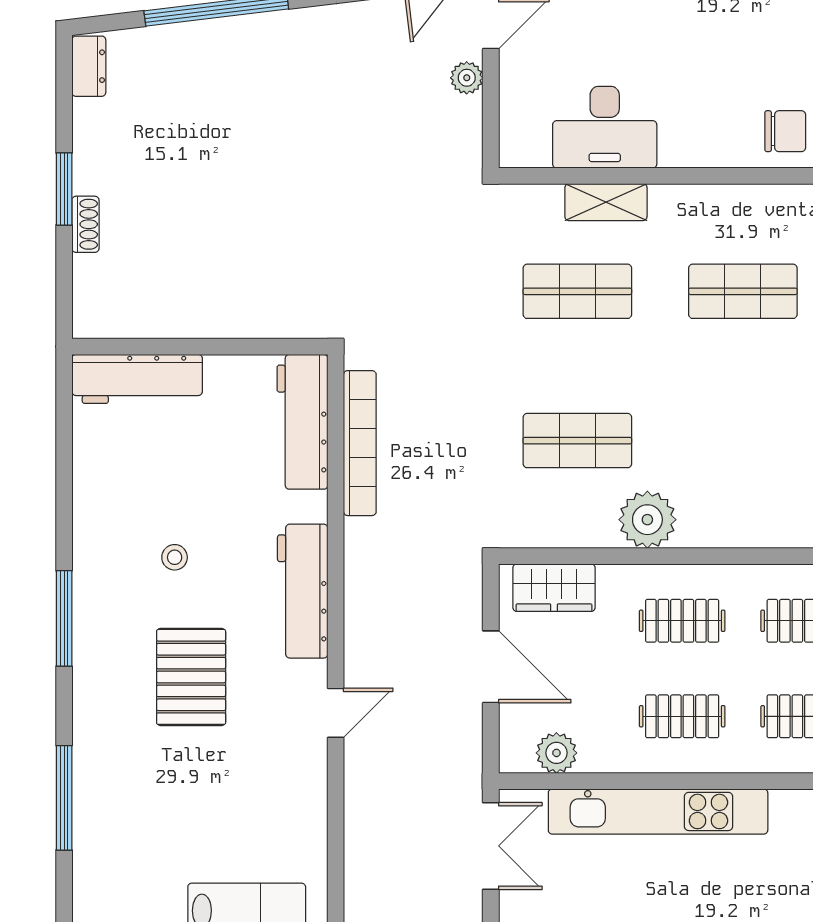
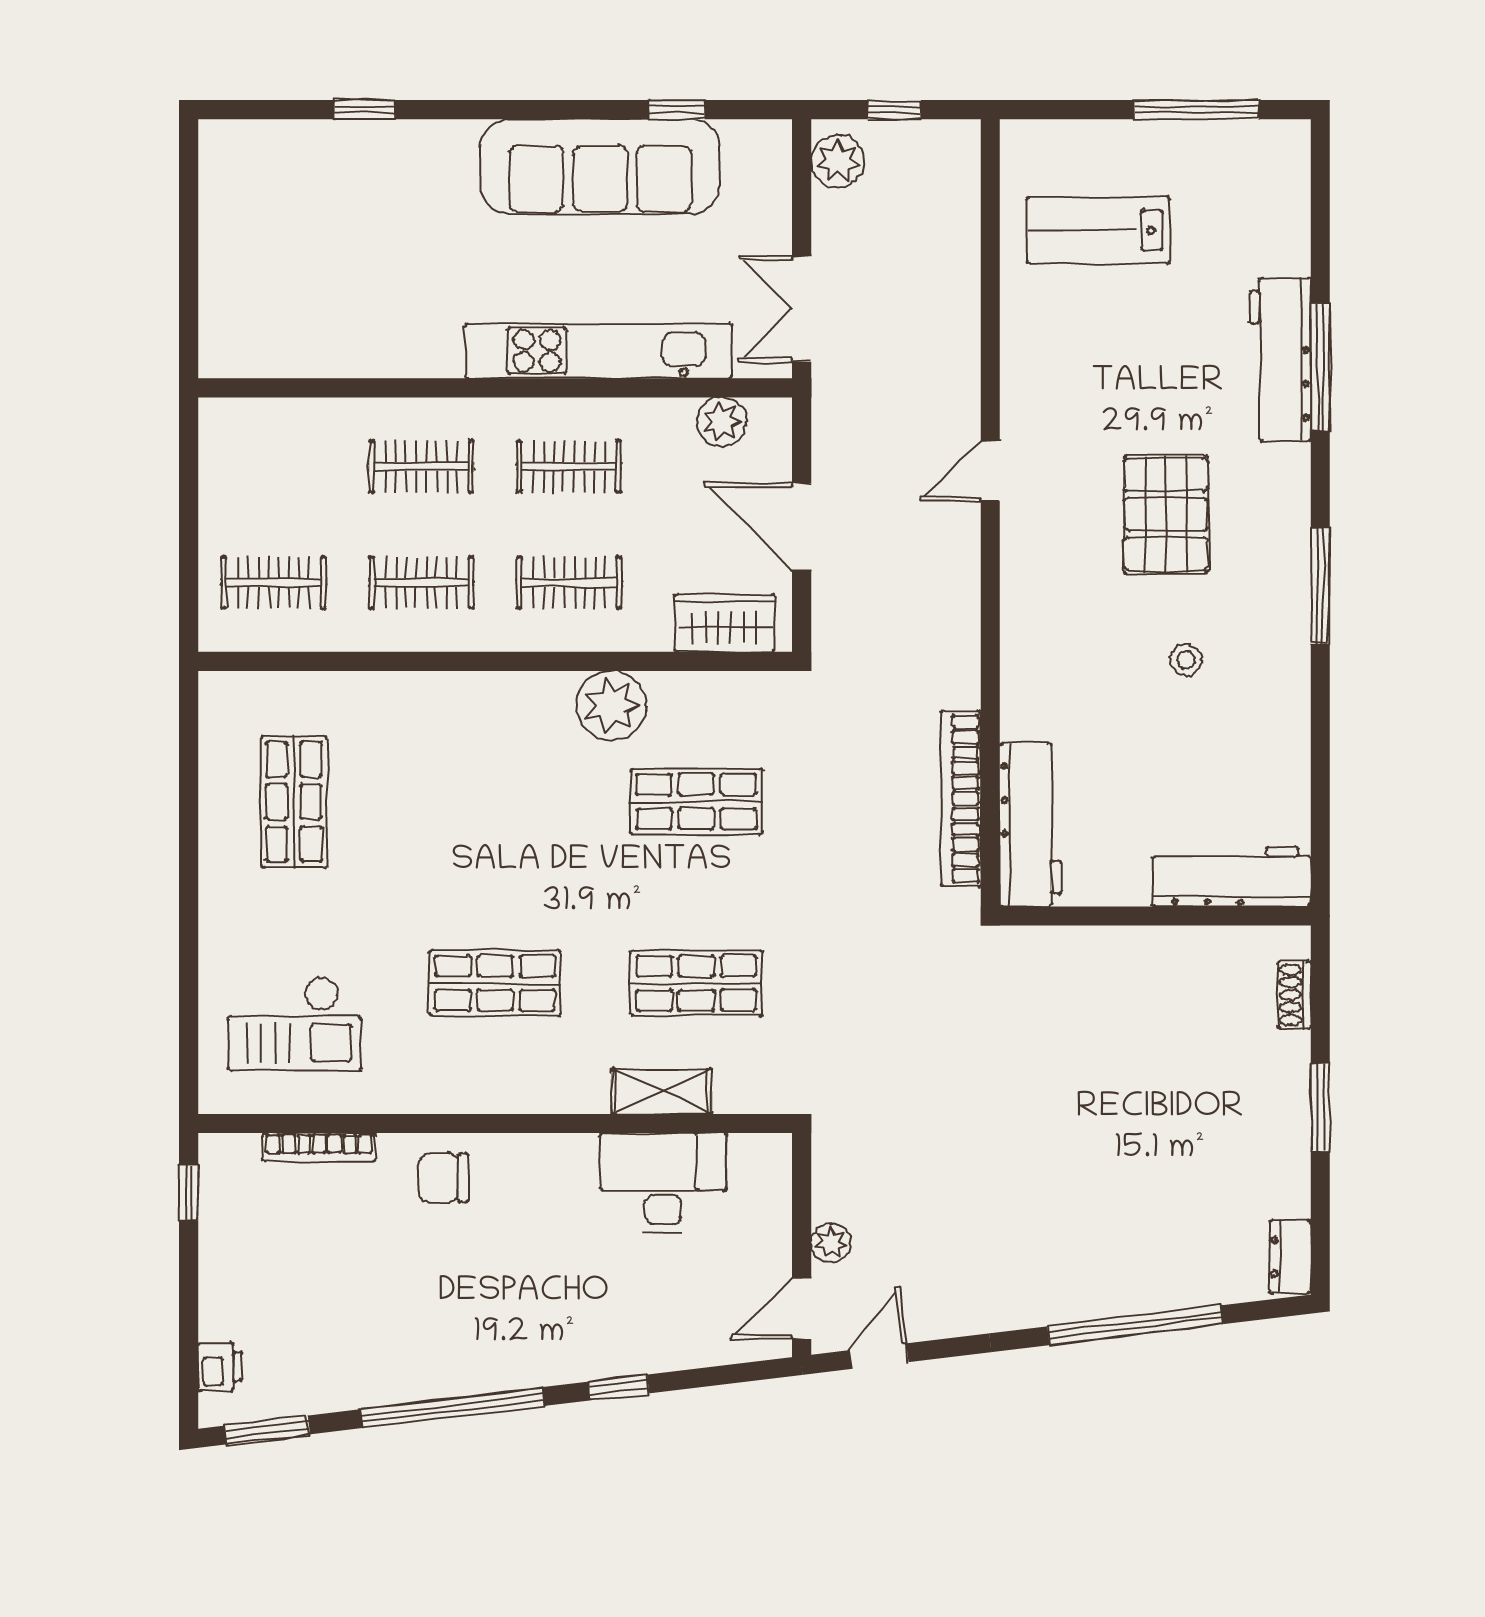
shoe rack: (85, 224) -> (1294, 995), moved
workbench: (303, 591) -> (1280, 359), moved, turned 180

